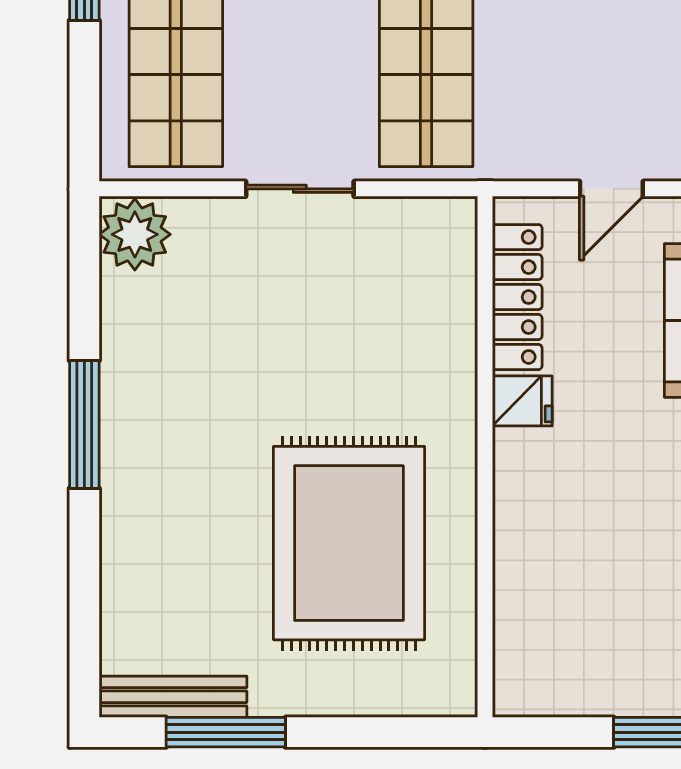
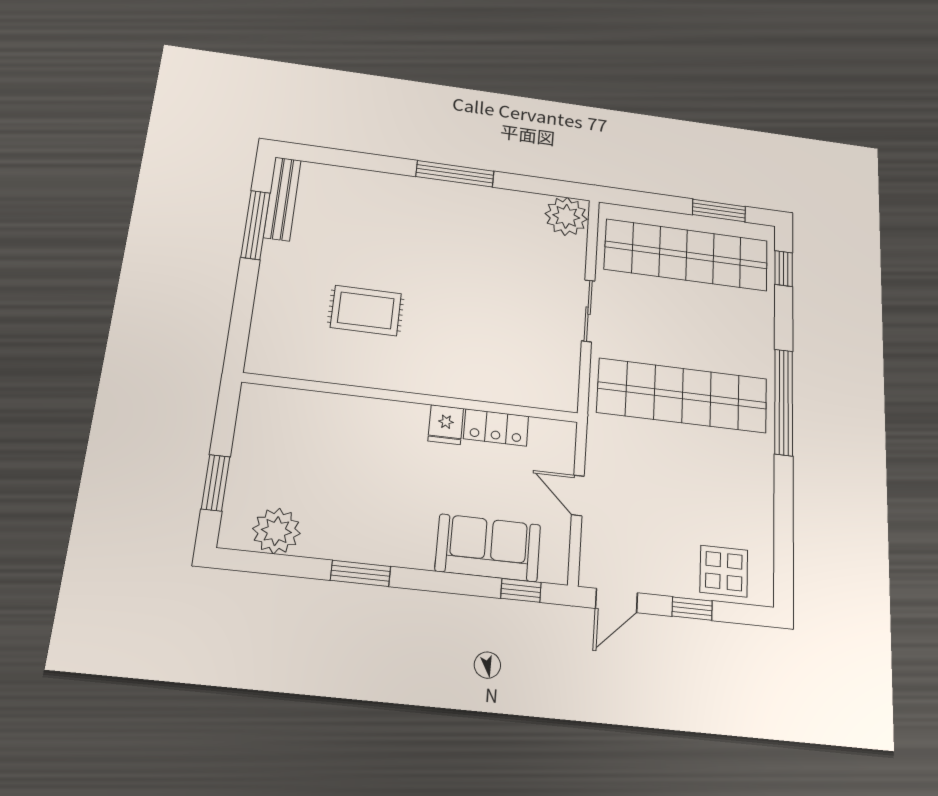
locker: (517, 297) -> (496, 428), width x0.66
rug: (349, 543) -> (366, 311), width x0.54, depth x0.49

